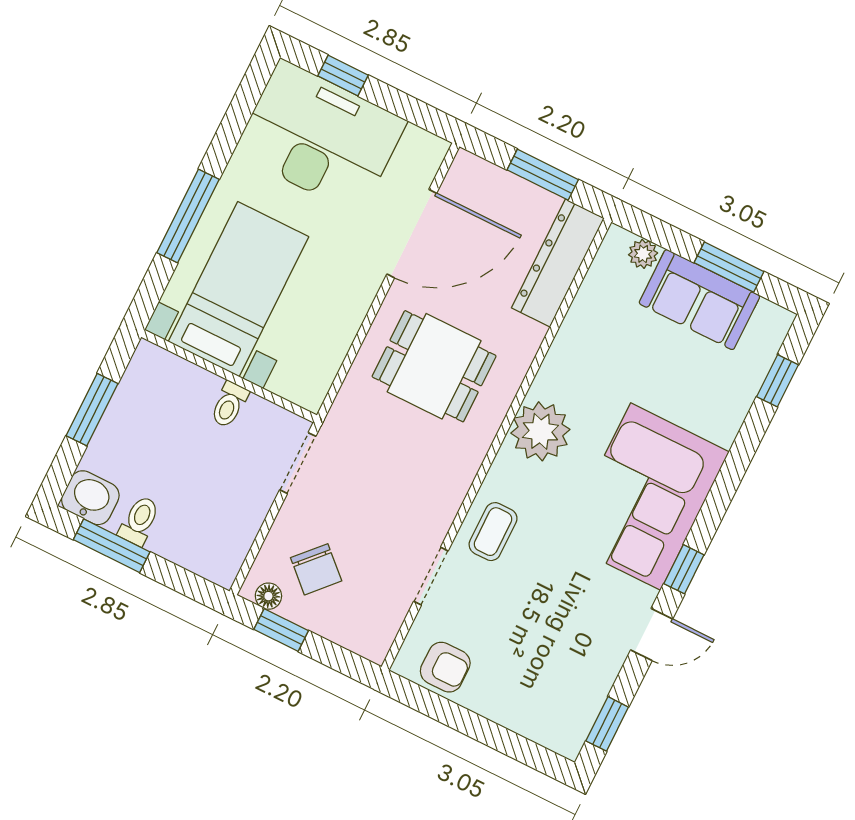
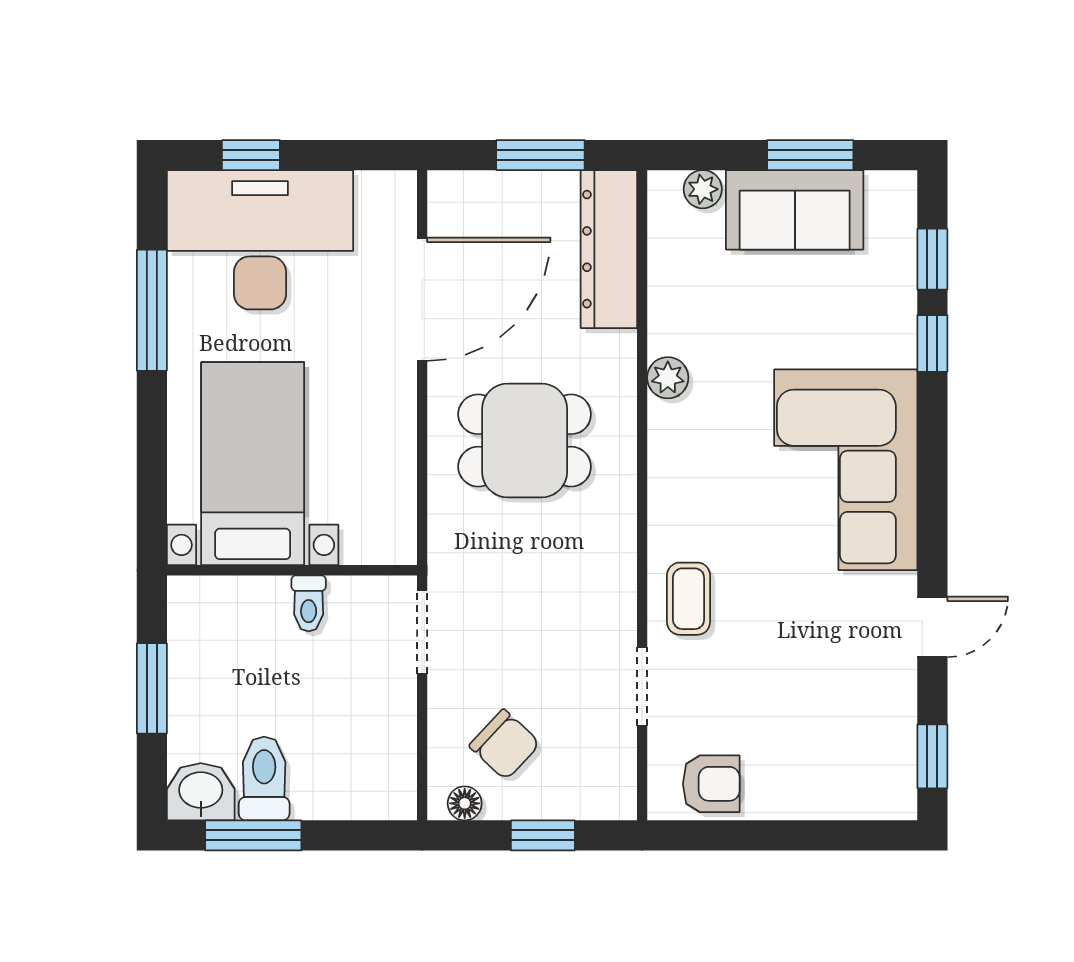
window: (188, 216) -> (152, 310), moved
plant: (540, 431) -> (668, 378), moved, width x0.53, depth x0.53
toilet: (139, 521) -> (264, 779), width x1.37, depth x1.39
window: (684, 569) -> (932, 343), moved
window: (281, 630) -> (543, 835), moved

